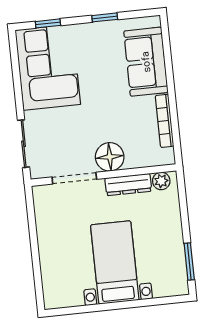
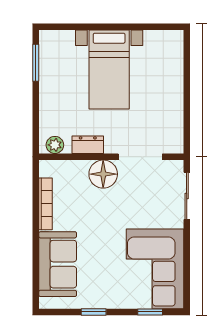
dresser: (128, 185) -> (88, 145), width x0.70

